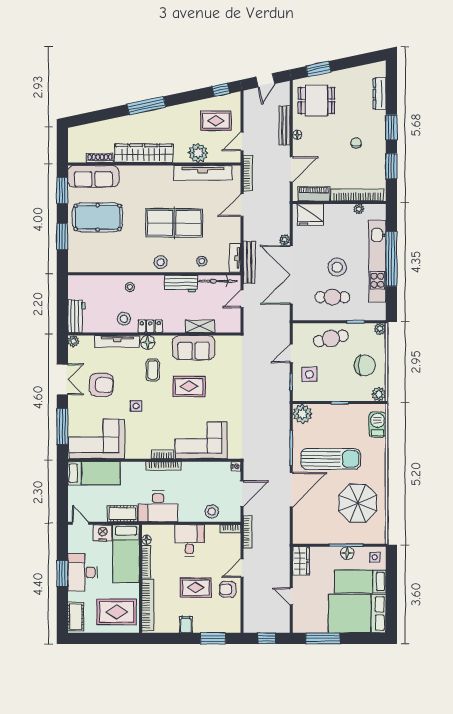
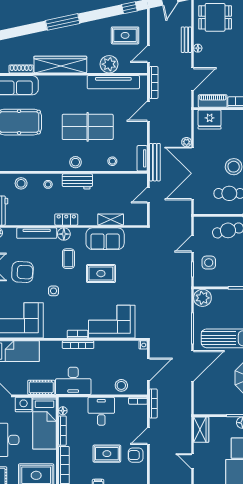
bench: (284, 125) -> (186, 40), width x0.73
bicycle: (218, 281) -> (127, 179), removed
workbench: (181, 284) -> (77, 181), moved
stool: (124, 319) -> (21, 183), moved

